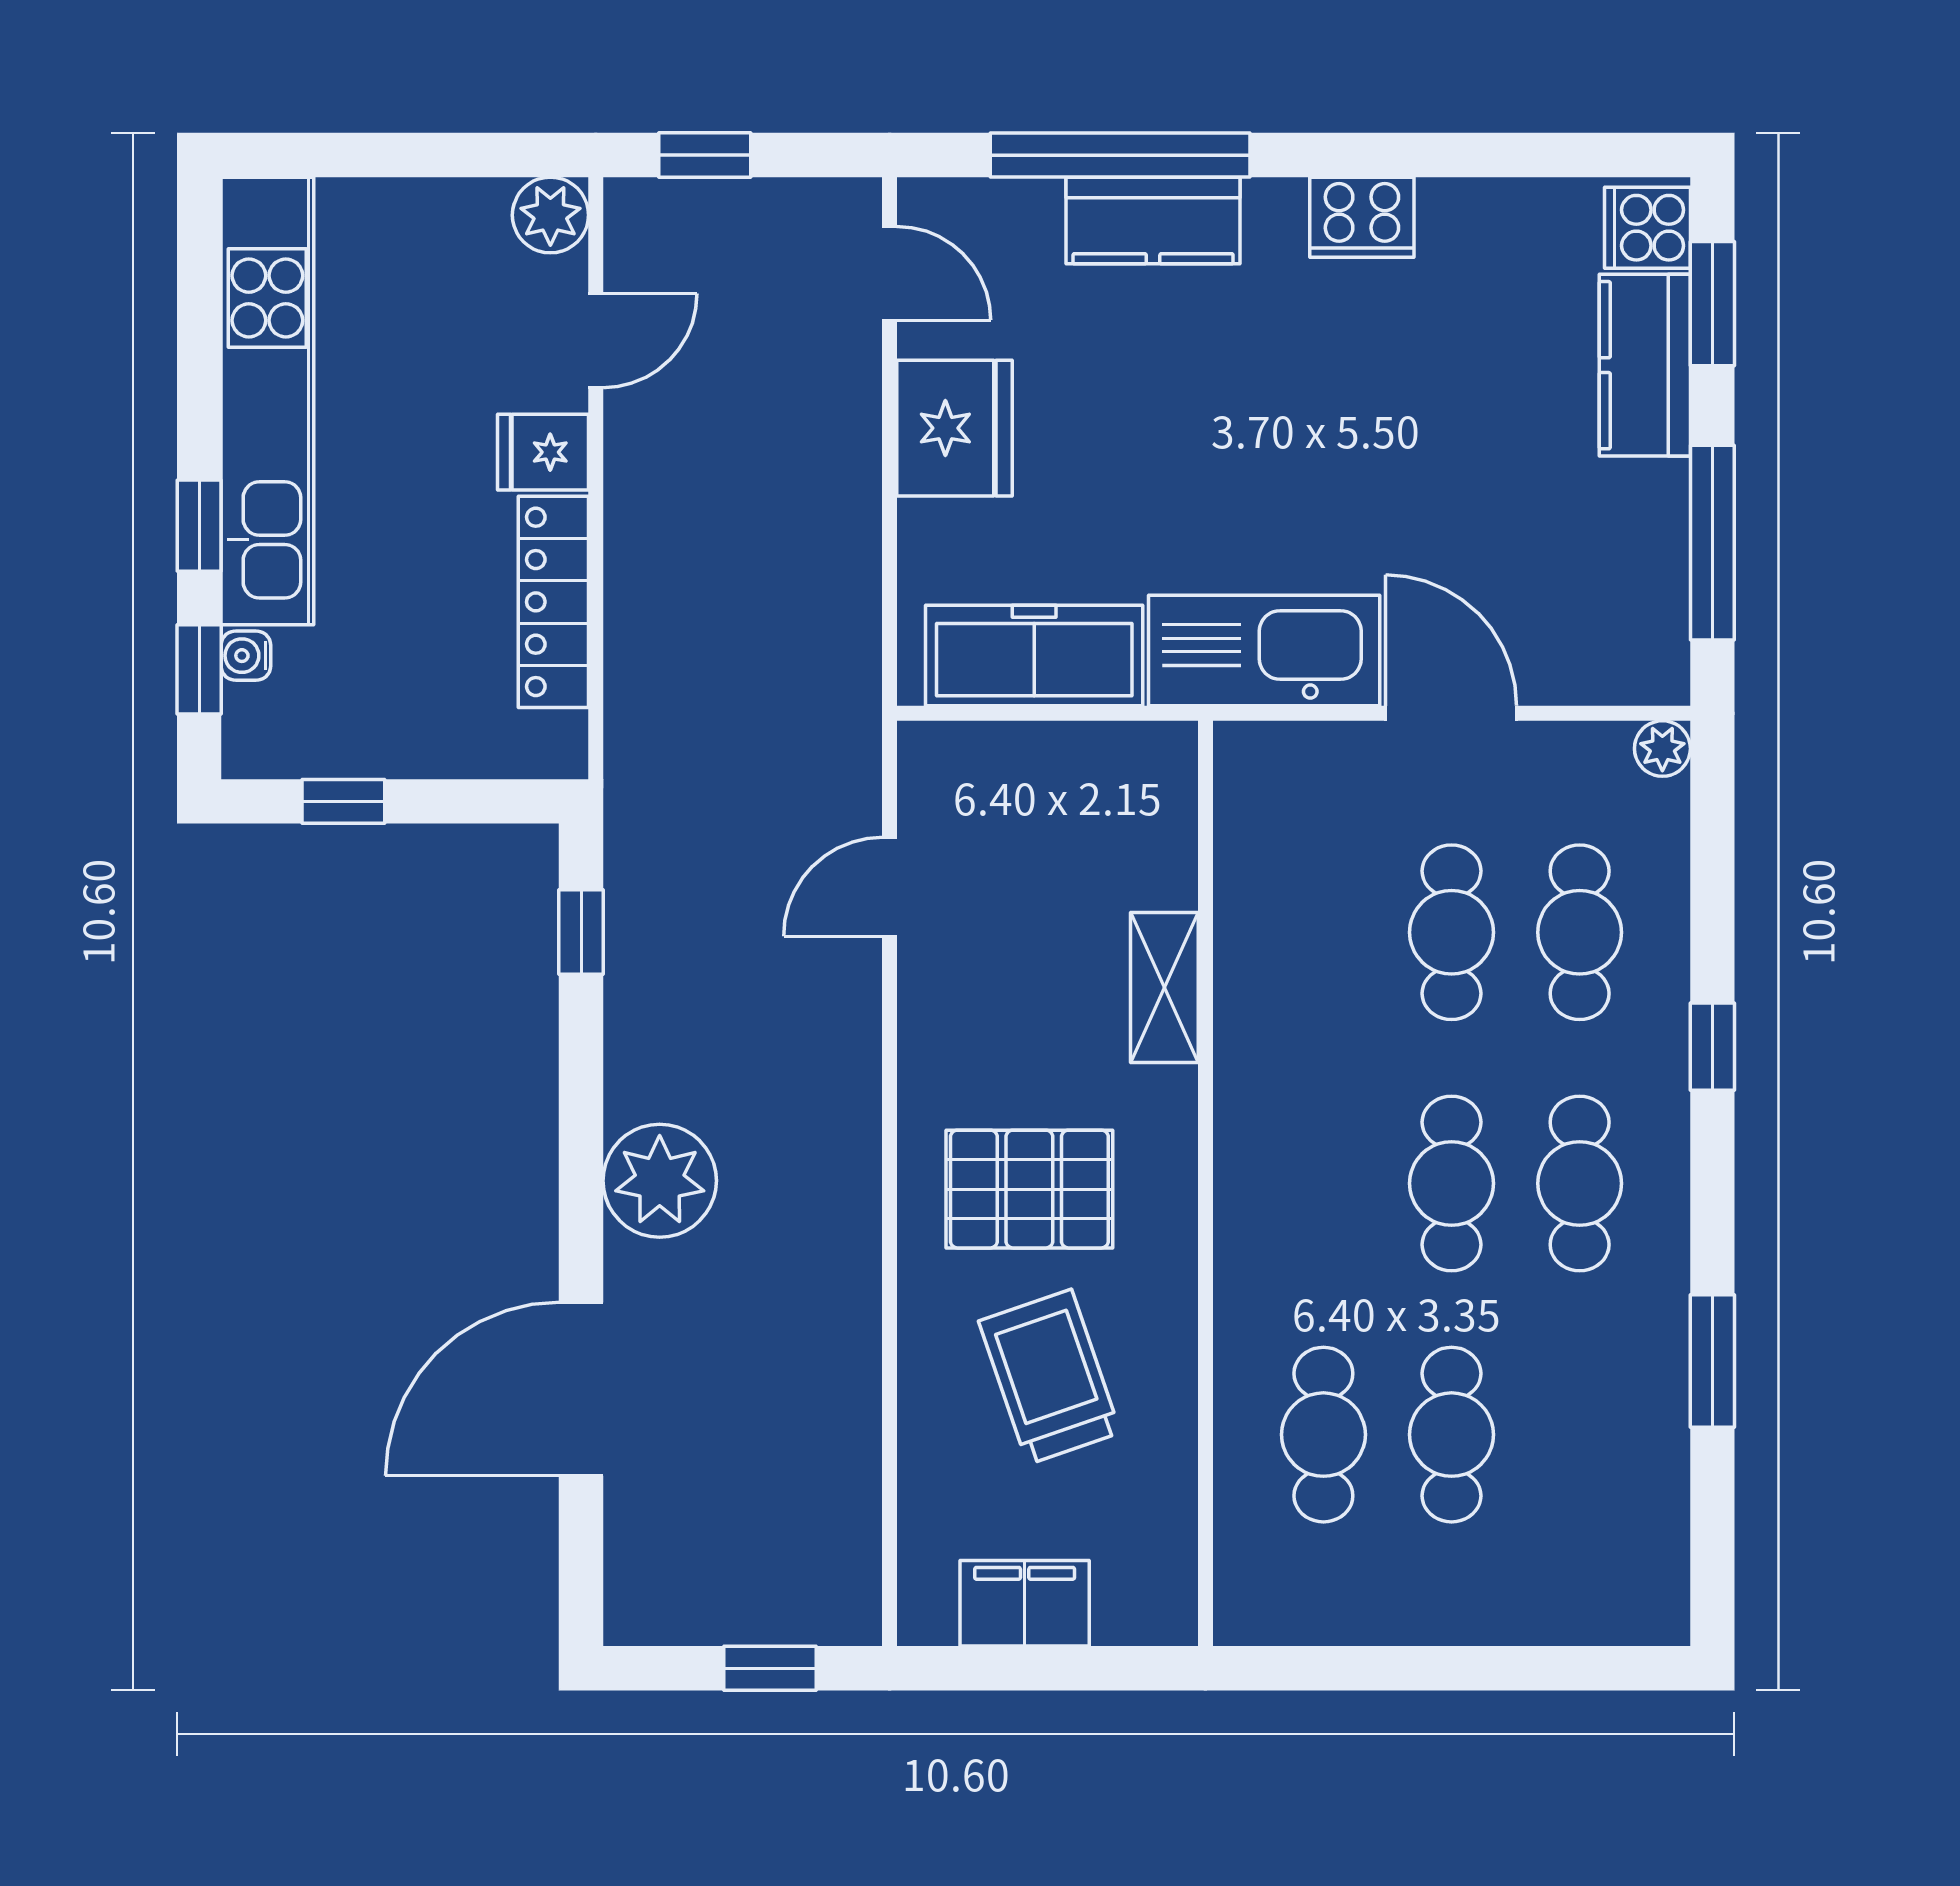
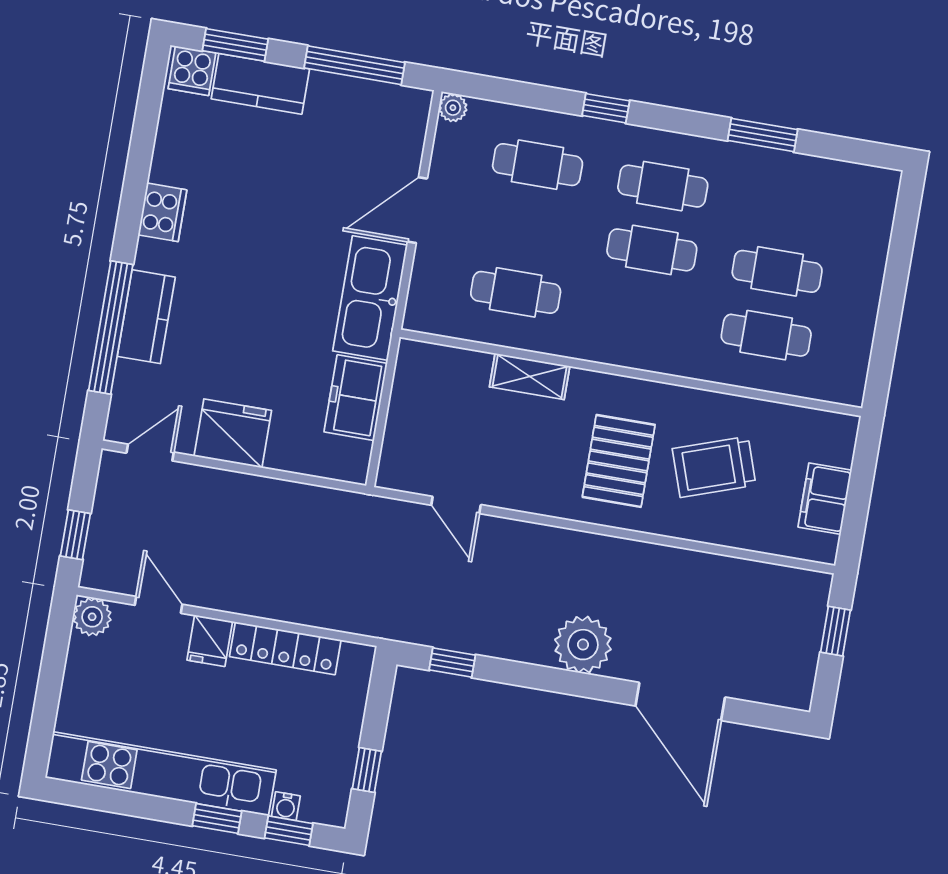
freezer: (1034, 656) -> (356, 398), width x0.71
cafe table: (1452, 932) -> (516, 292), moved

